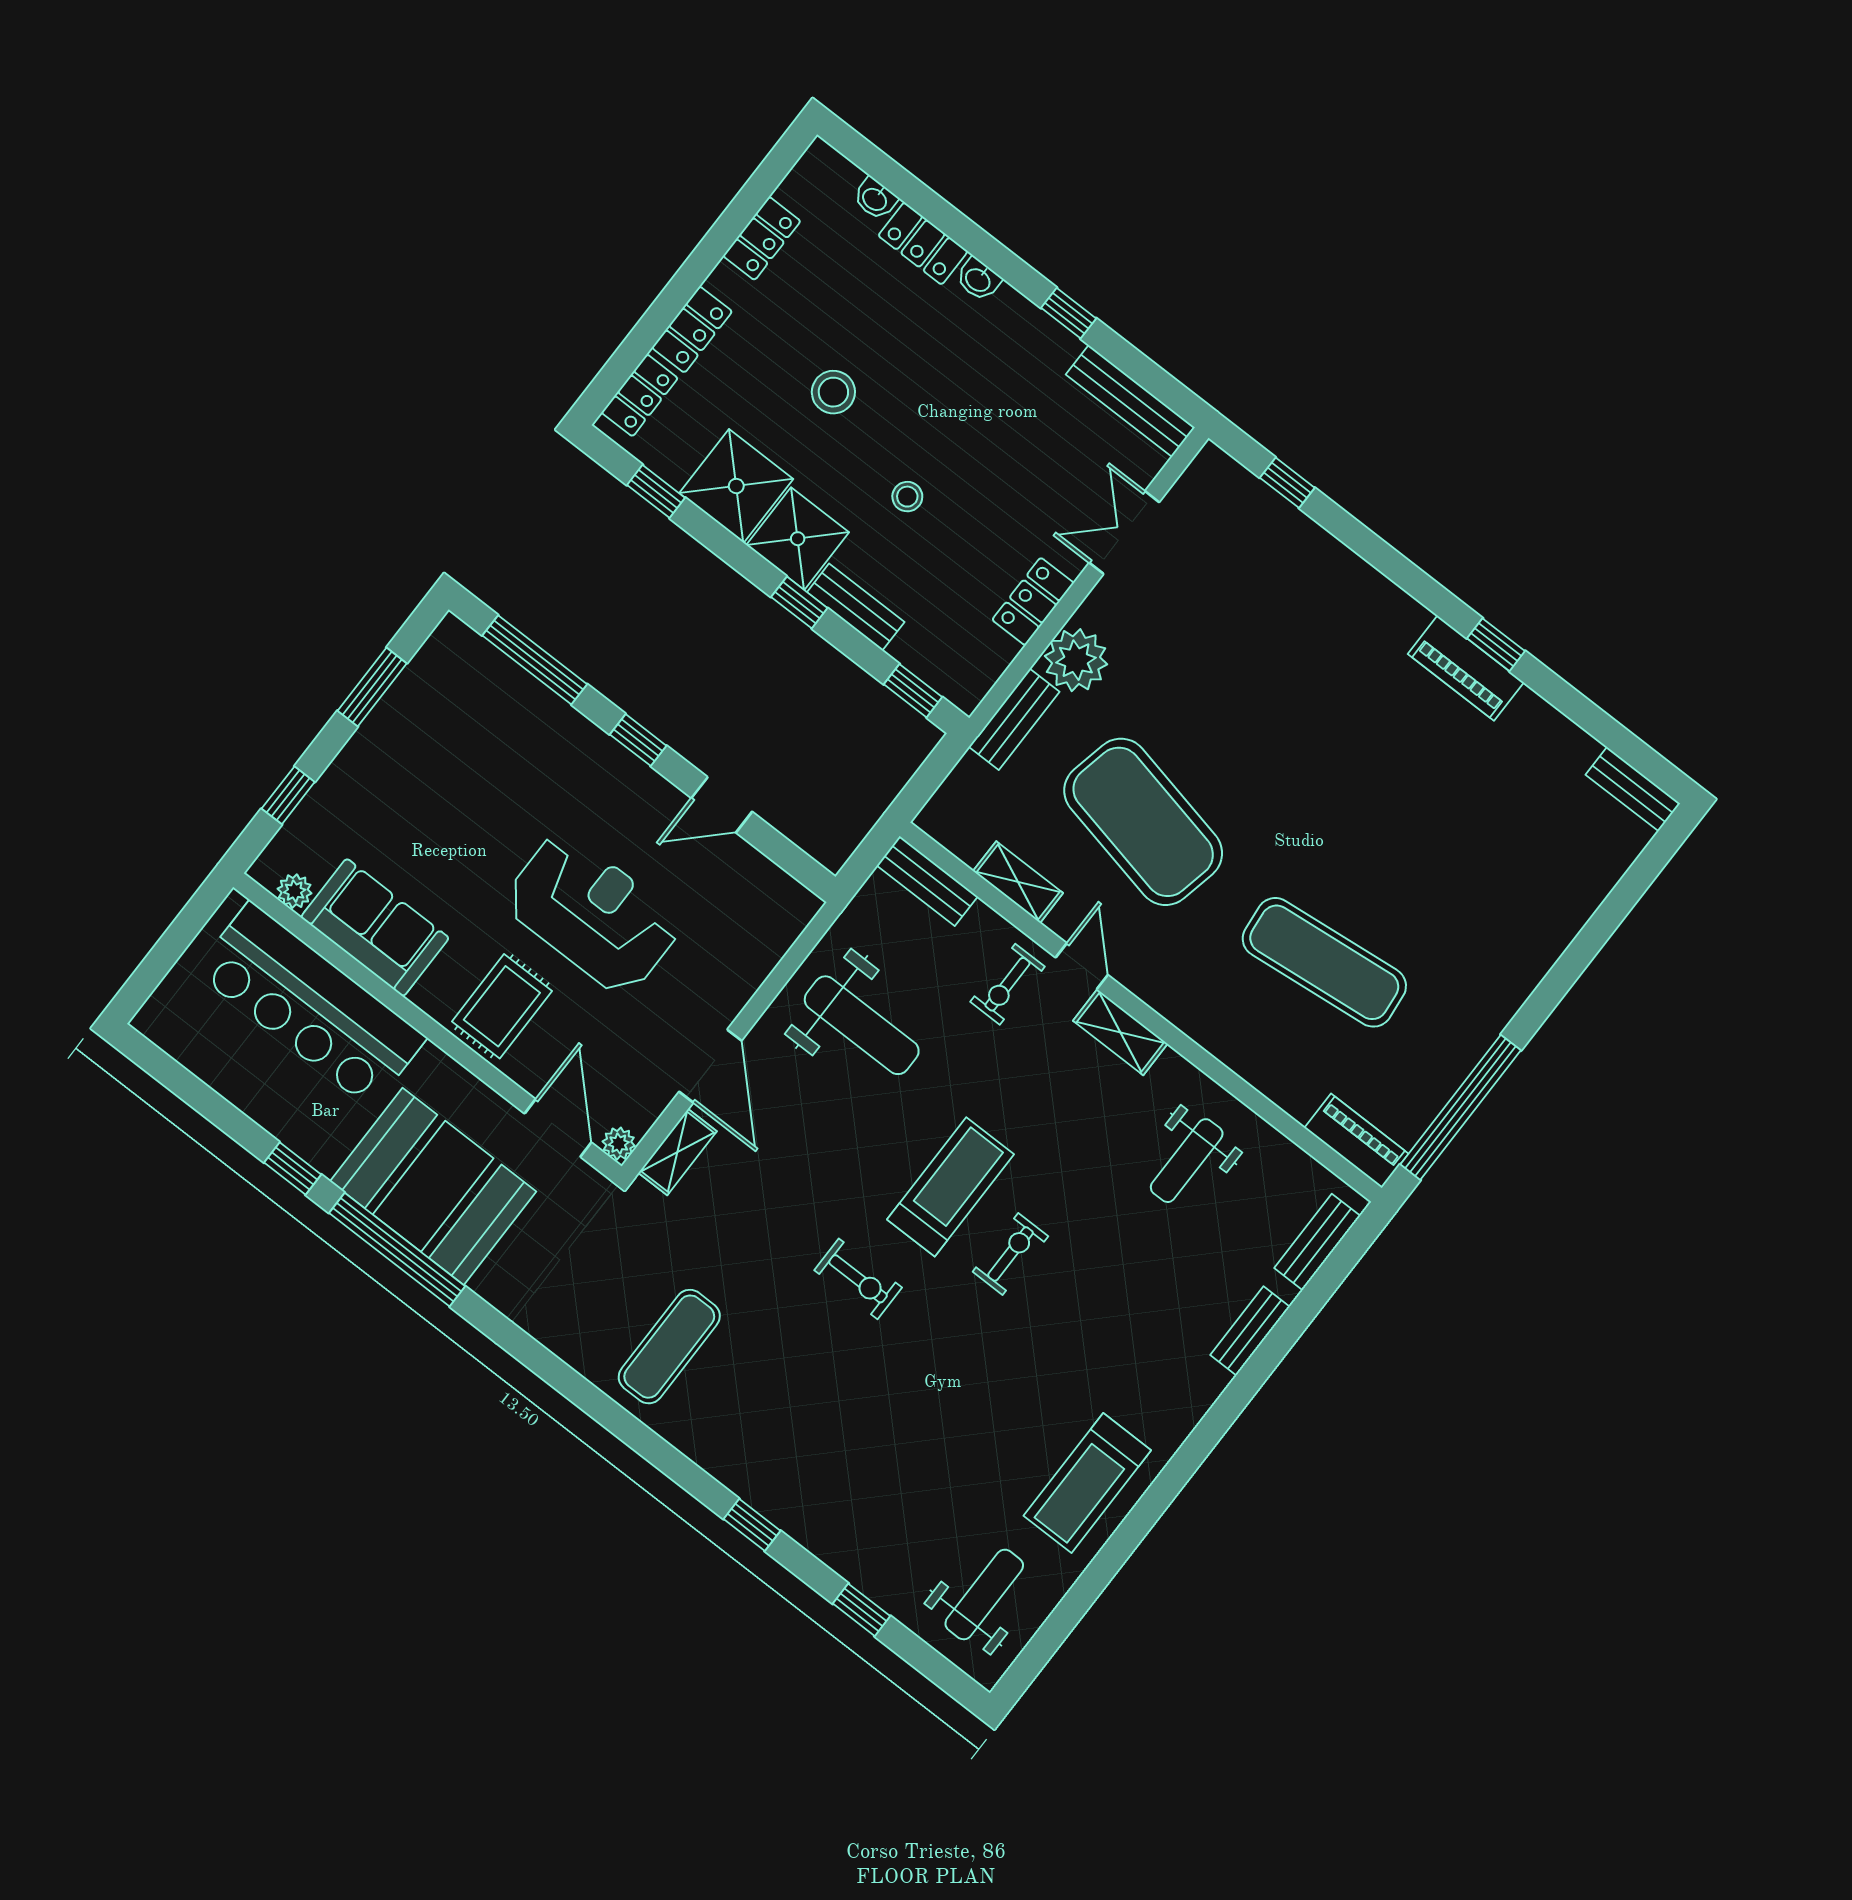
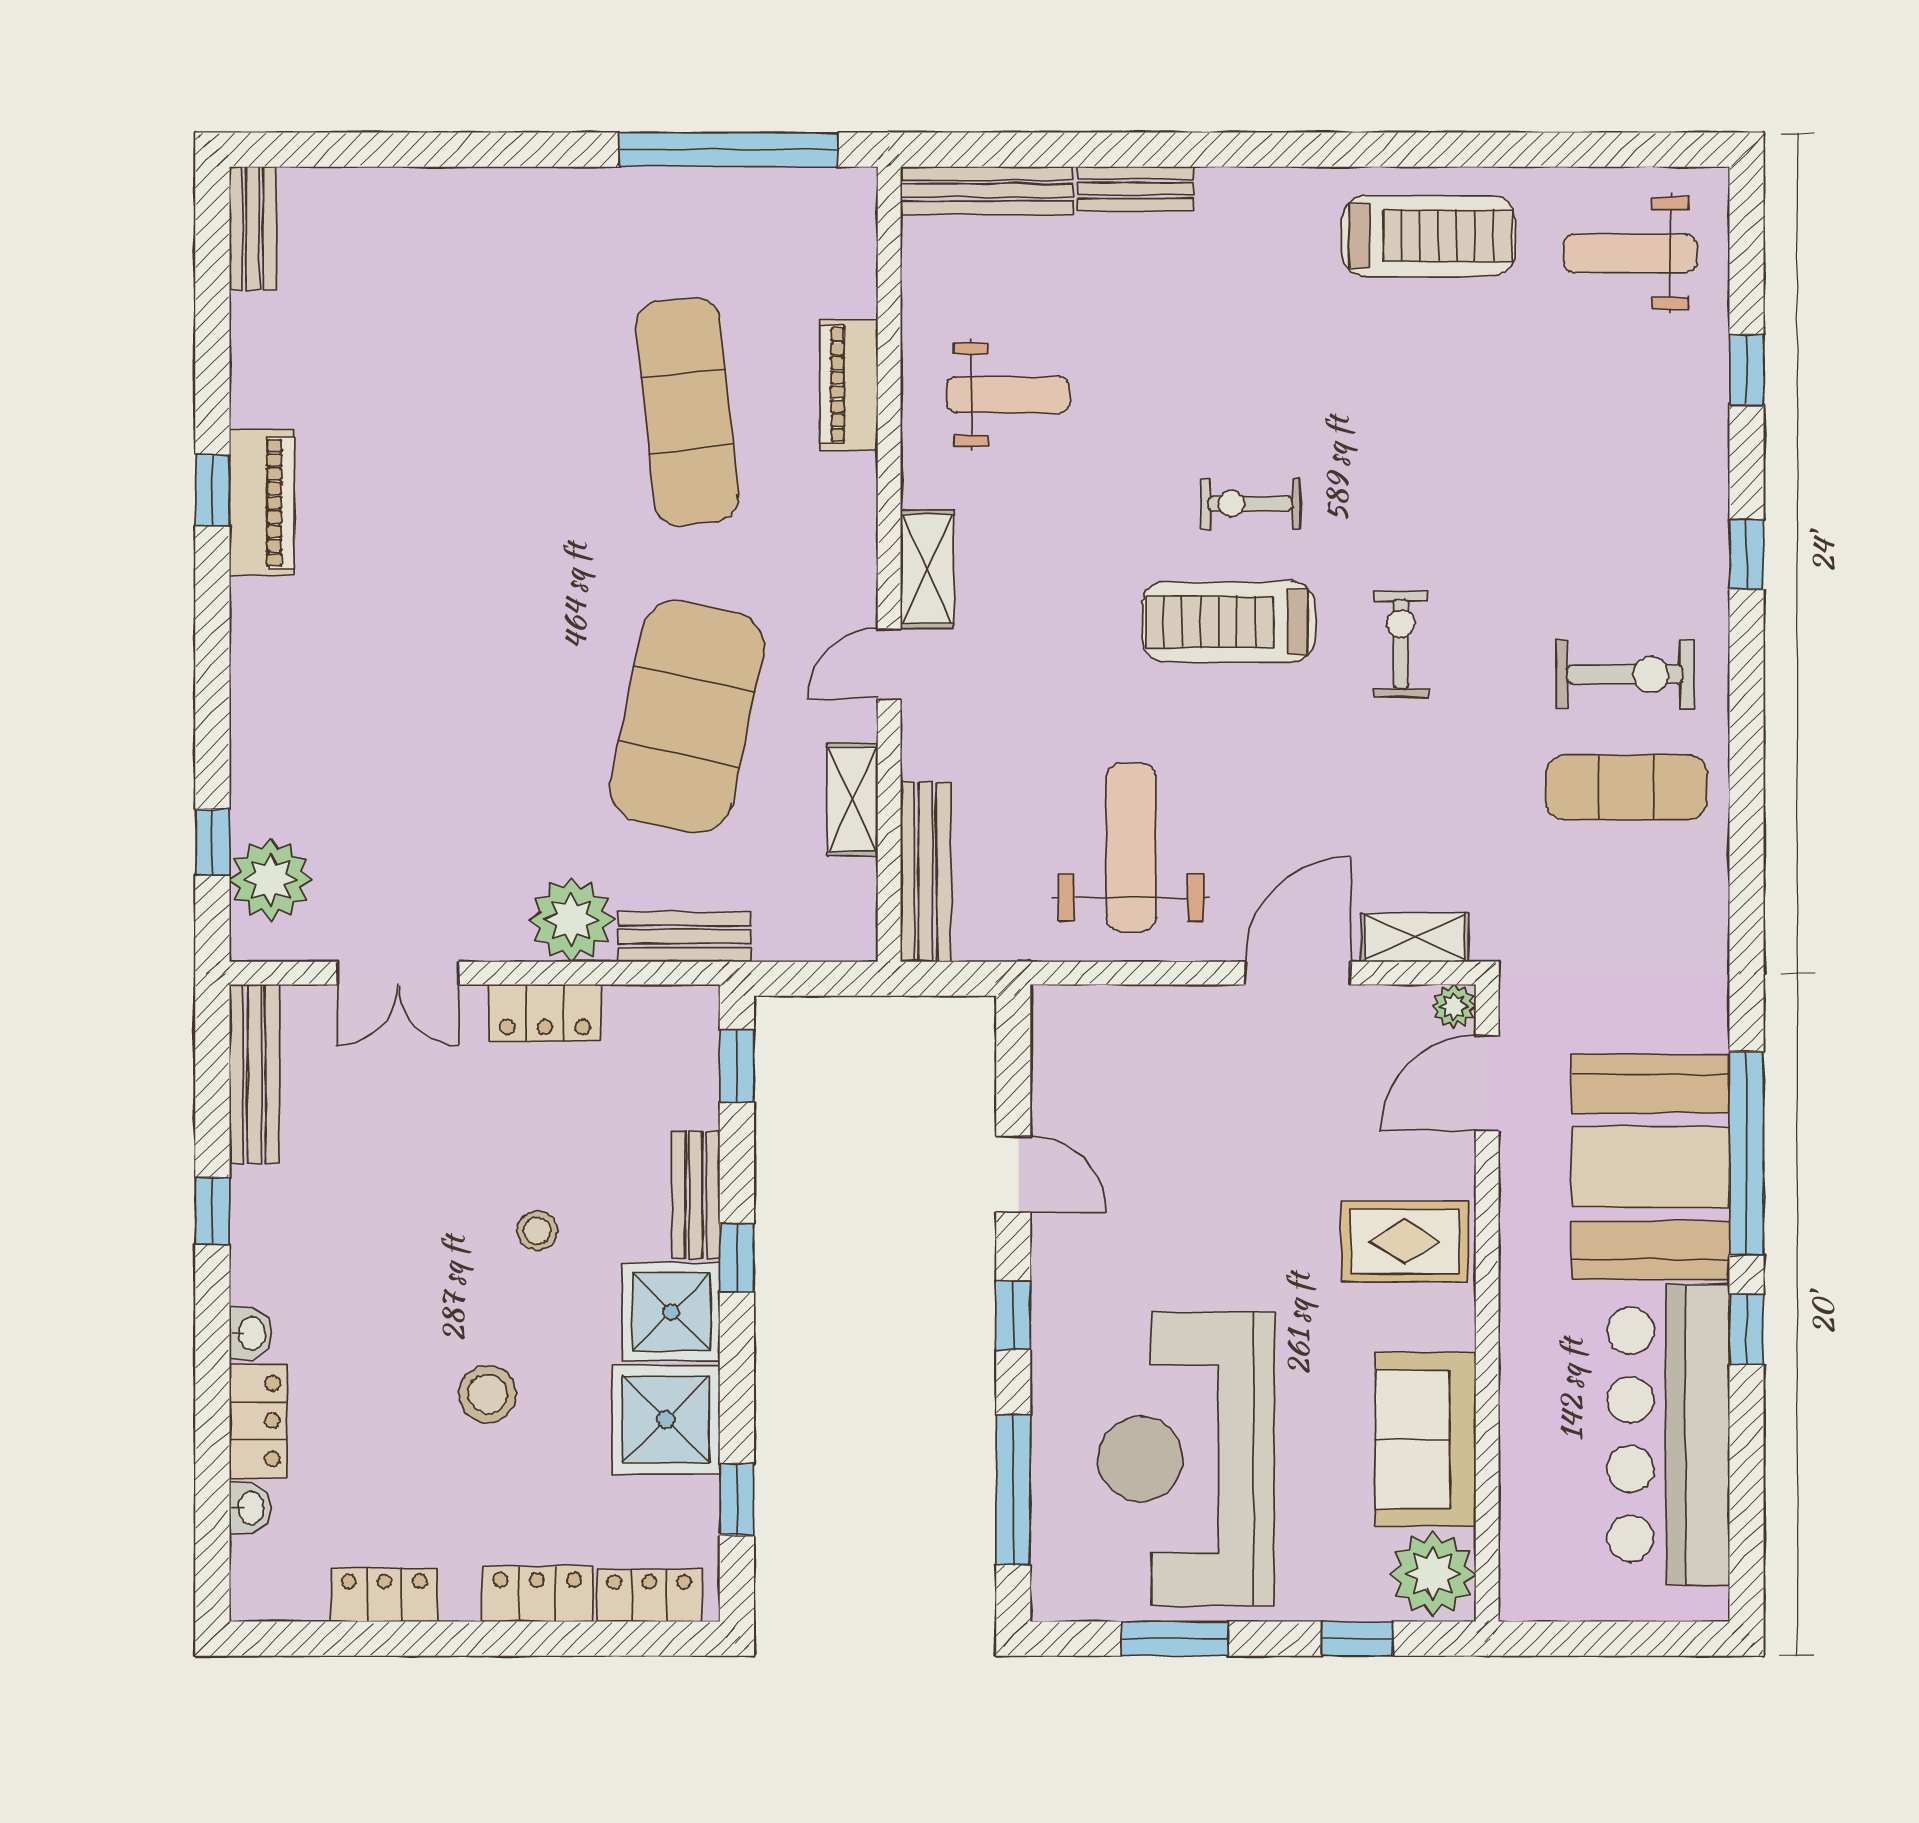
plant: (1238, 500) -> (271, 880), added
bench: (927, 881) -> (926, 872), width x1.36
plant: (295, 891) -> (1433, 1574), width x1.88, depth x1.88
reception desk: (593, 913) -> (1186, 1459), moved, width x1.36, depth x1.30
exercise bike: (1007, 984) -> (1625, 674), moved, width x1.38, depth x1.39
bar counter: (311, 1005) -> (1668, 1434), moved, turned 180
piano: (1356, 1141) -> (849, 385), moved
bench: (1317, 1242) -> (987, 191), width x1.36

